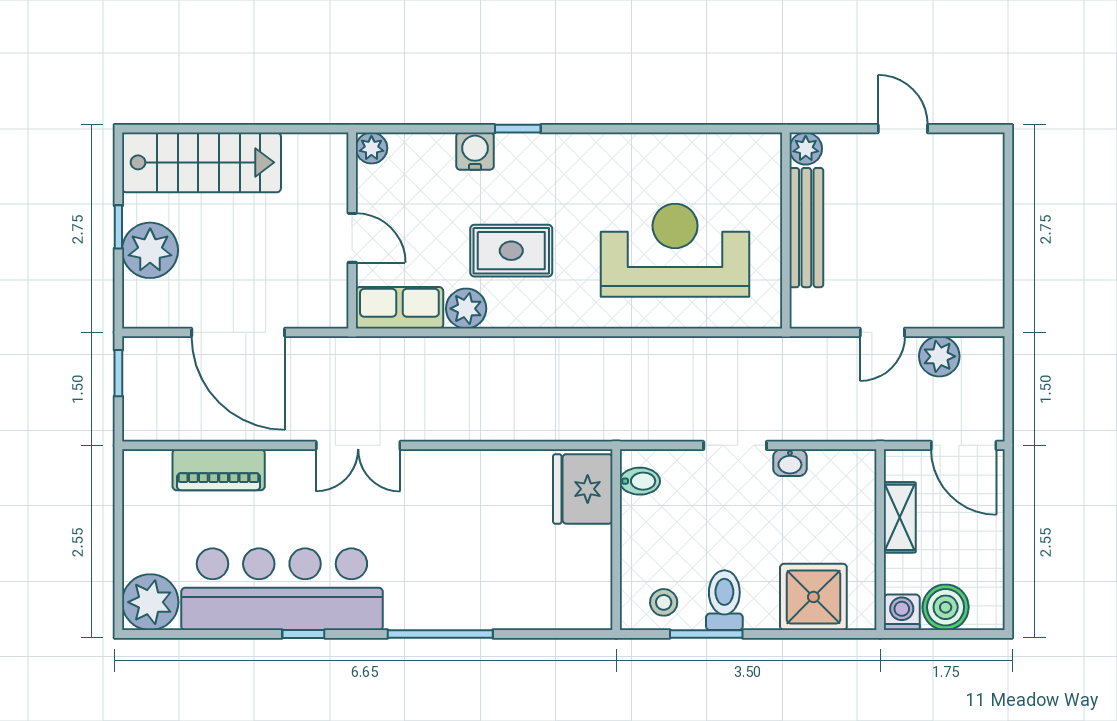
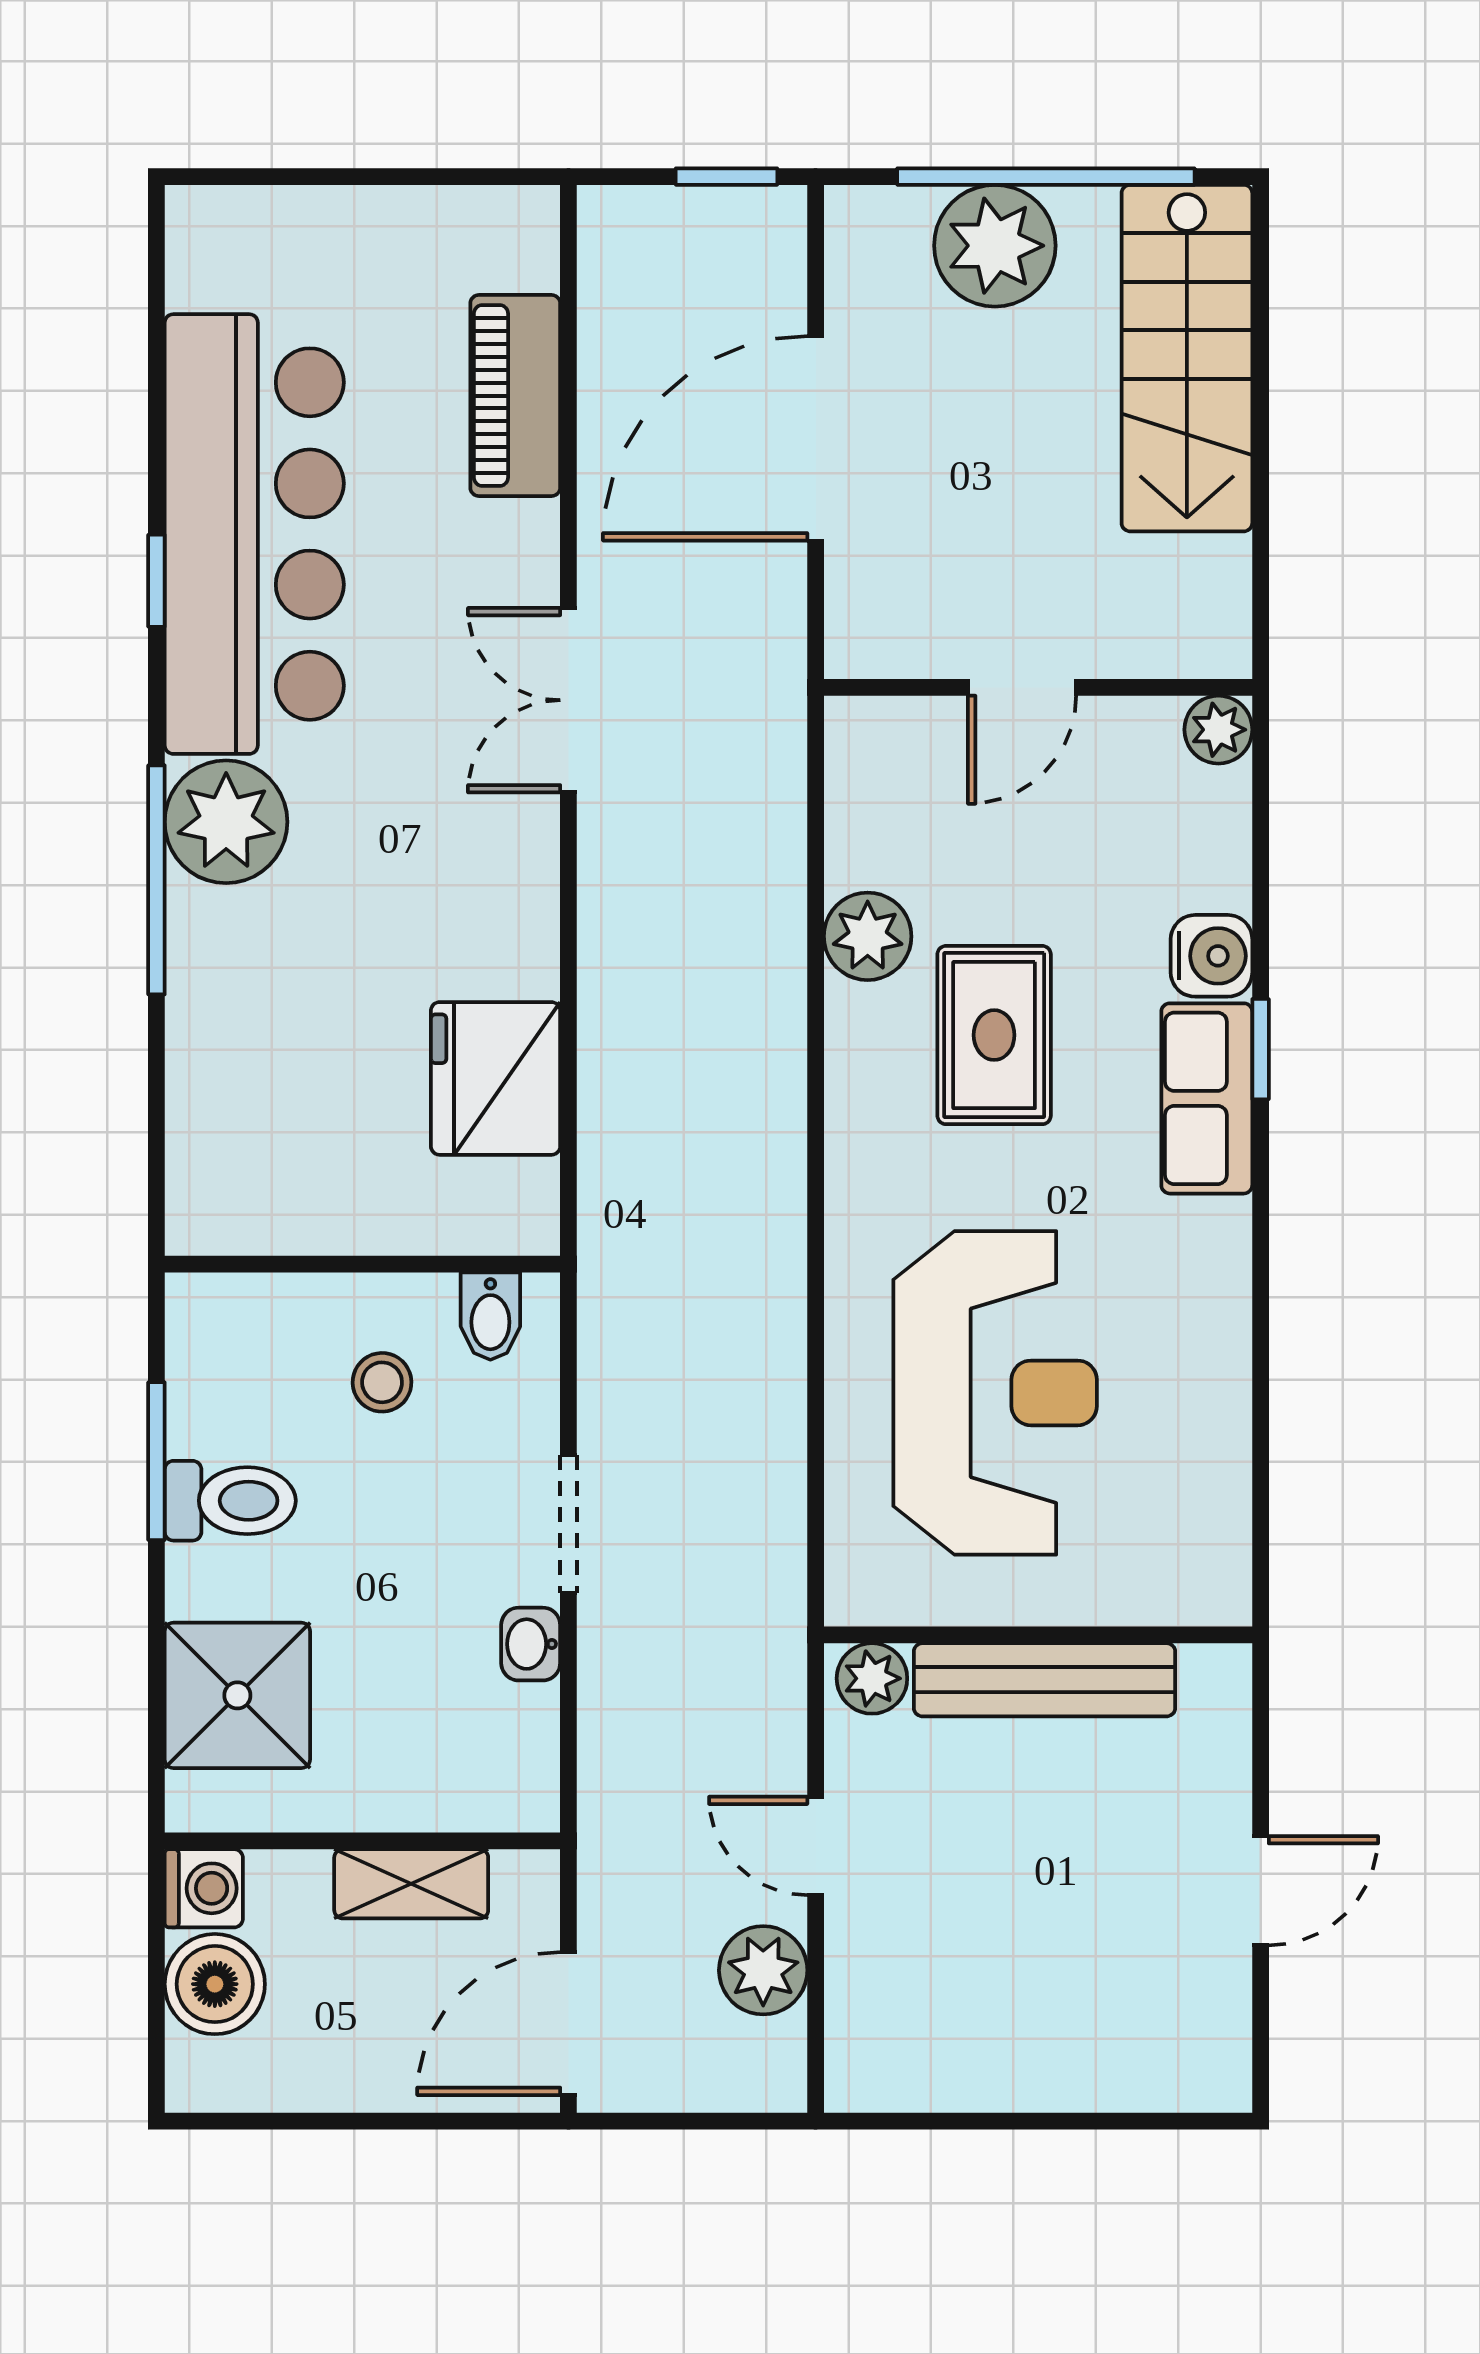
plant: (806, 149) -> (872, 1678), moved
window: (118, 227) -> (1046, 177), width x3.17
row of seats: (399, 308) -> (1207, 1098), moved, turned 180
fridge: (583, 489) -> (496, 1078), moved, turned -90
plant: (150, 602) -> (226, 822), moved
stool: (664, 602) -> (382, 1382), moved

